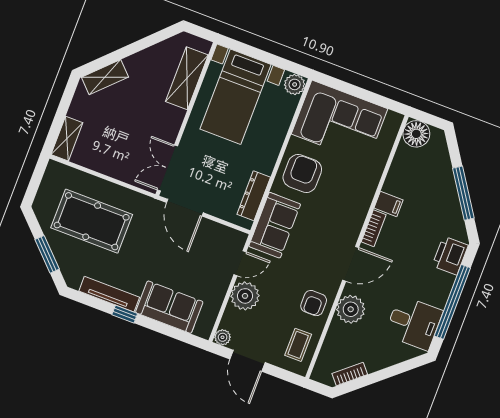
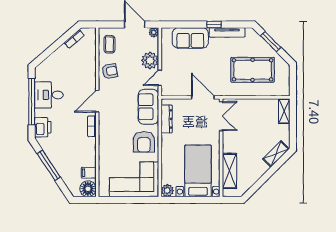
filing cabinet: (388, 204) -> (89, 173), moved
armchair: (314, 303) -> (110, 71), turned 80
plant: (351, 309) -> (87, 76), removed
desk: (414, 323) -> (49, 95), moved

